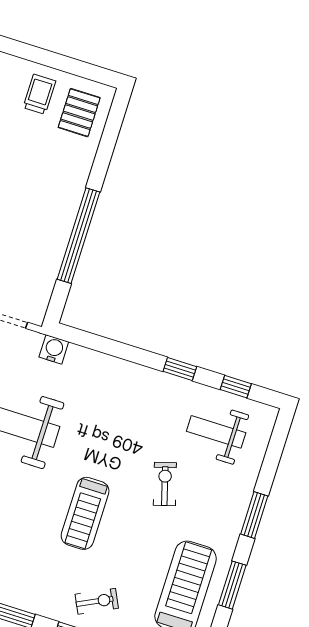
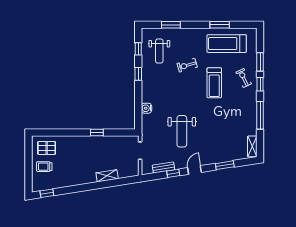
window: (78, 236) -> (97, 132), width x0.32
water cooler: (54, 349) -> (146, 108), moved
treadmill: (85, 513) -> (214, 83), moved, turned 90
window: (254, 515) -> (171, 25), moved

